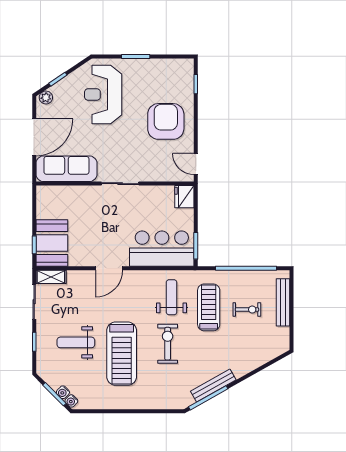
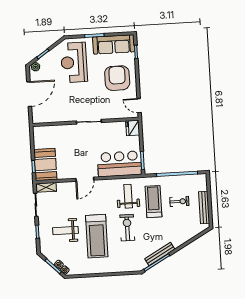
sofa: (66, 169) -> (114, 44), moved, turned 180
bench: (283, 302) -> (204, 208), moved

